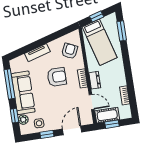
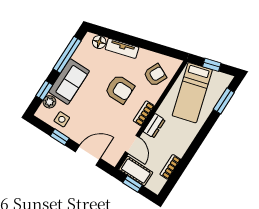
floor lamp: (21, 60) -> (99, 42), added
sofa: (23, 93) -> (69, 82), width x0.73

